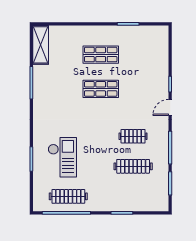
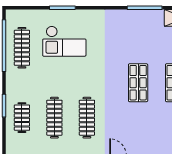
clothes rail: (133, 136) -> (87, 118), width x1.36
clothes rail: (133, 196) -> (22, 118), added

